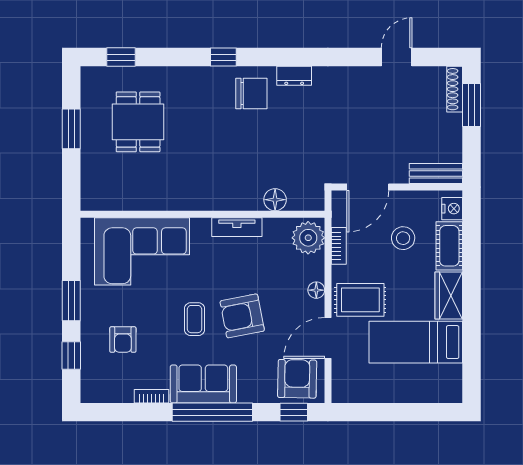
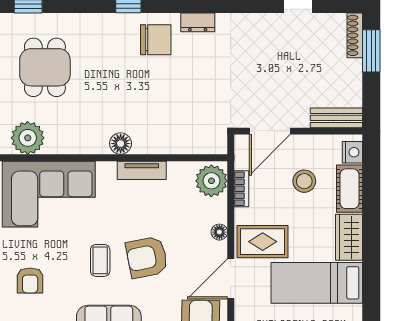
plant: (120, 194) -> (28, 138), added
floor lamp: (275, 200) -> (121, 144), moved

